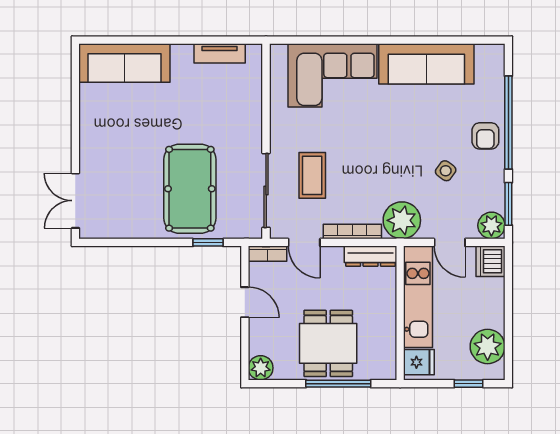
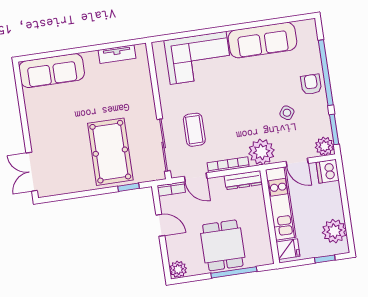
armchair: (485, 136) -> (311, 84), turned 180

